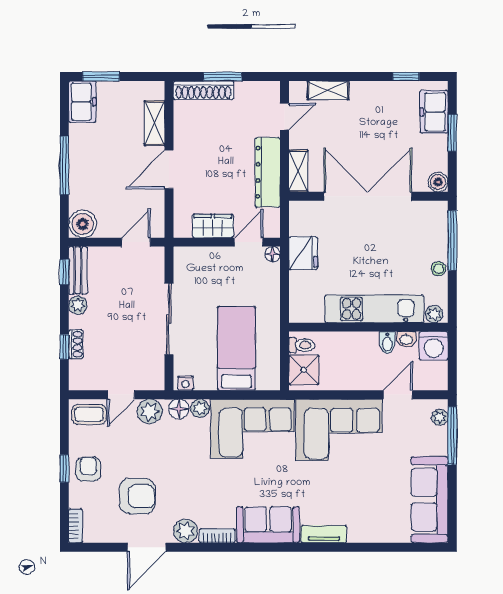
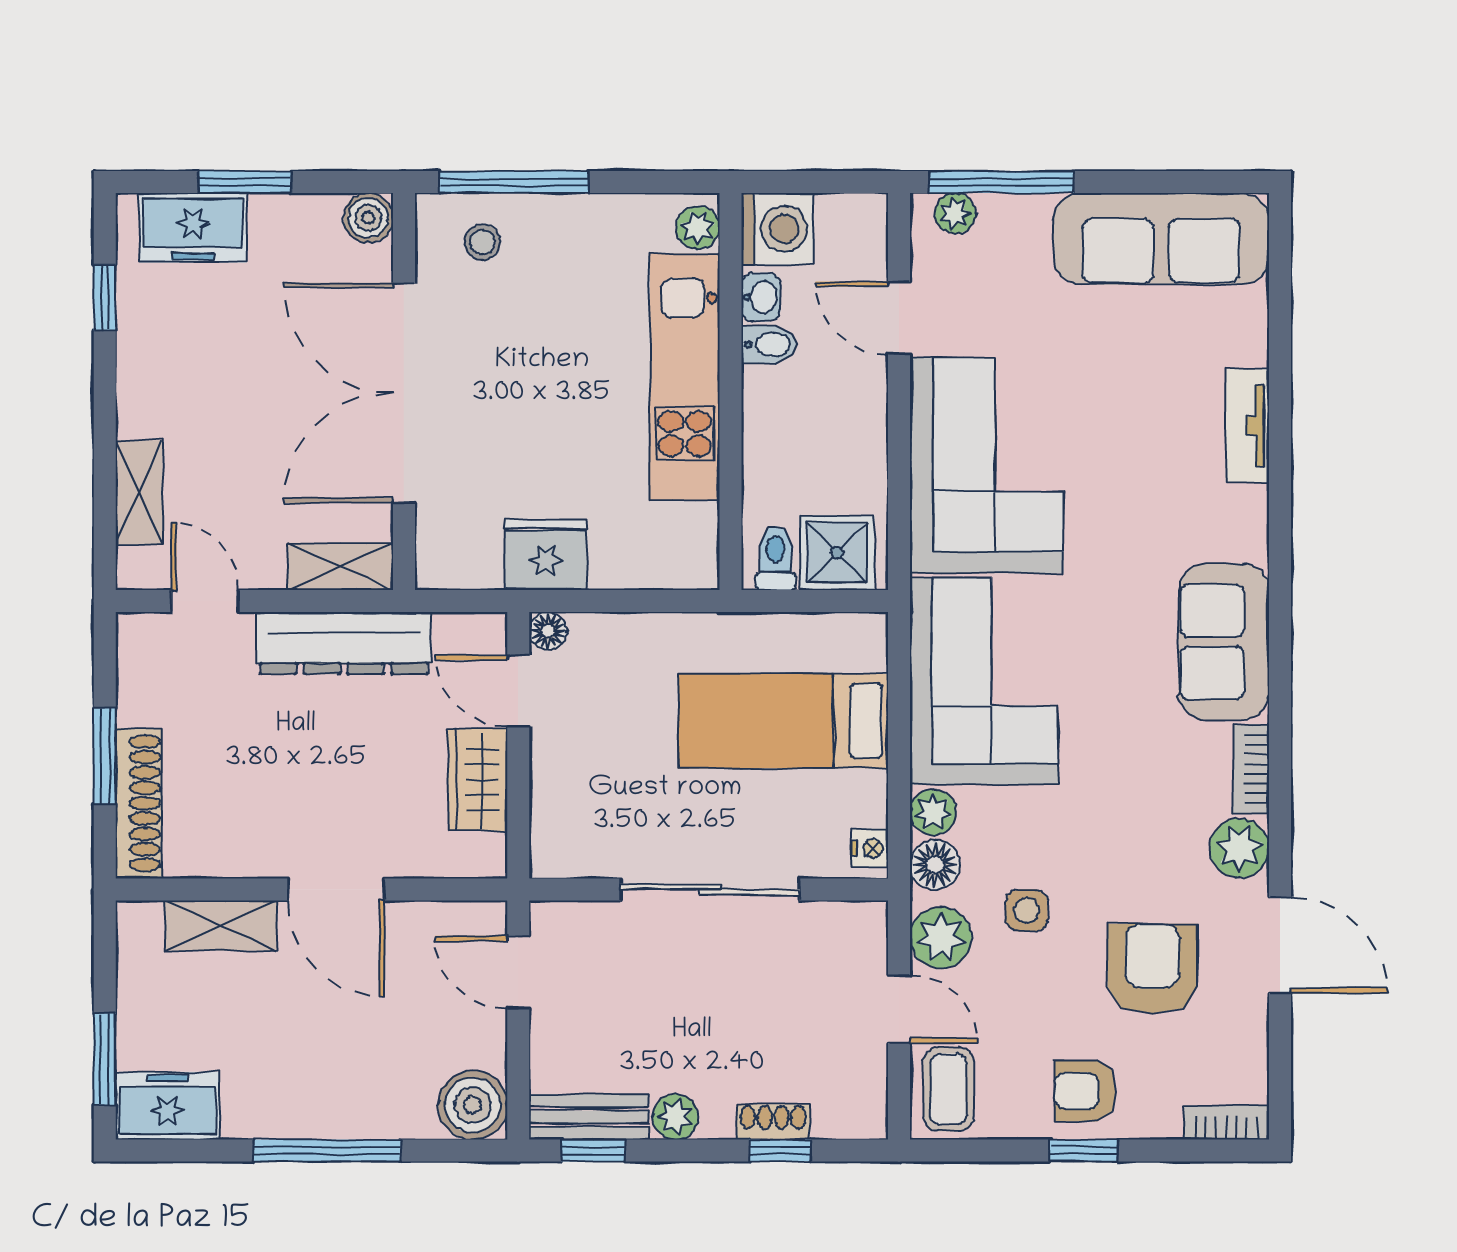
stool: (439, 269) -> (483, 242), moved
side table: (161, 446) -> (1027, 910), added
tv unit: (324, 534) -> (1247, 426), moved

